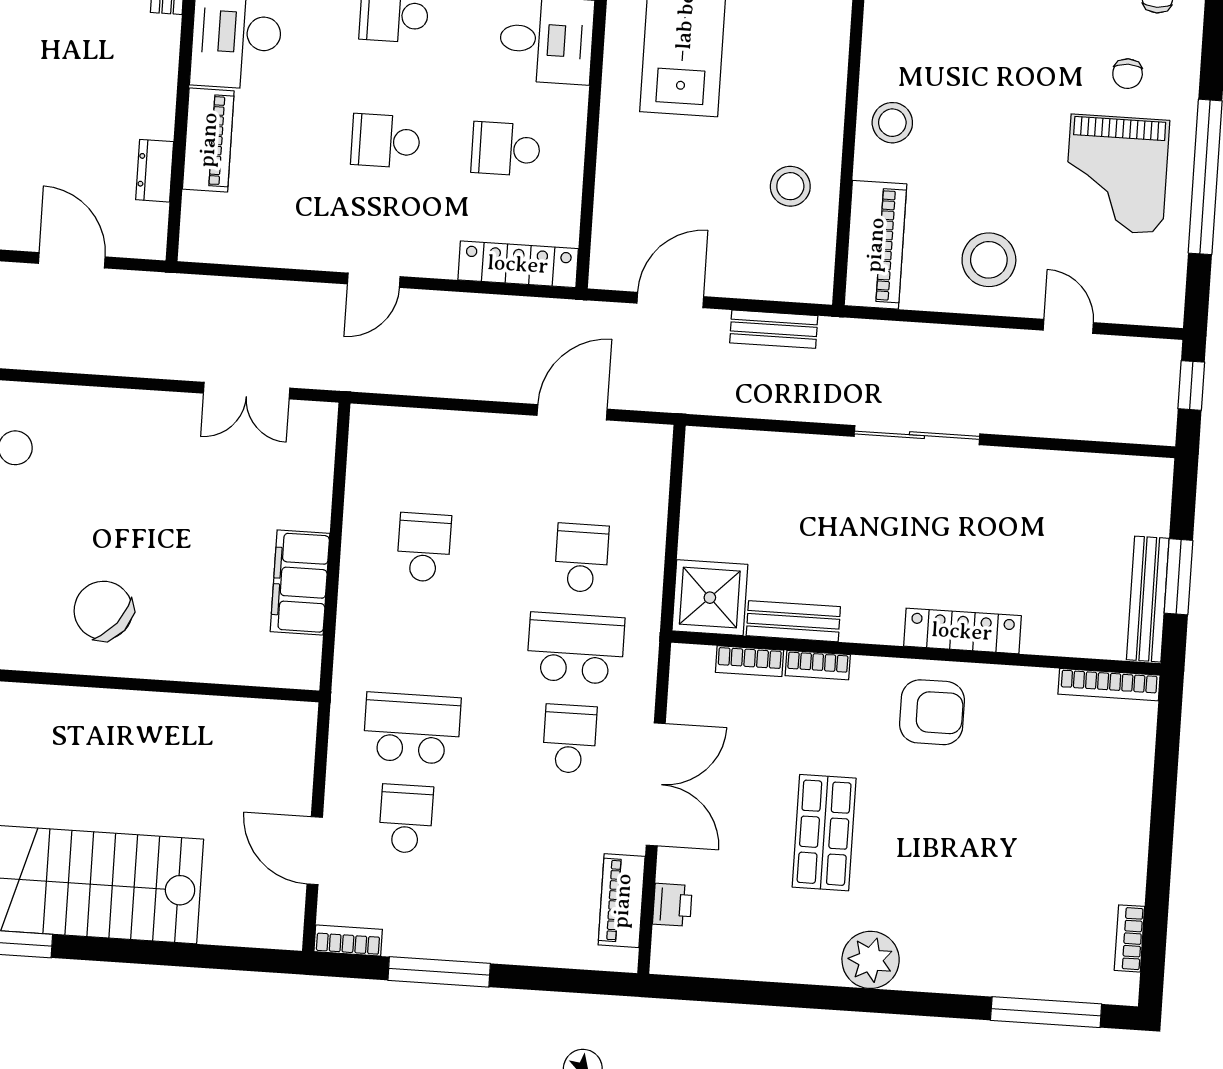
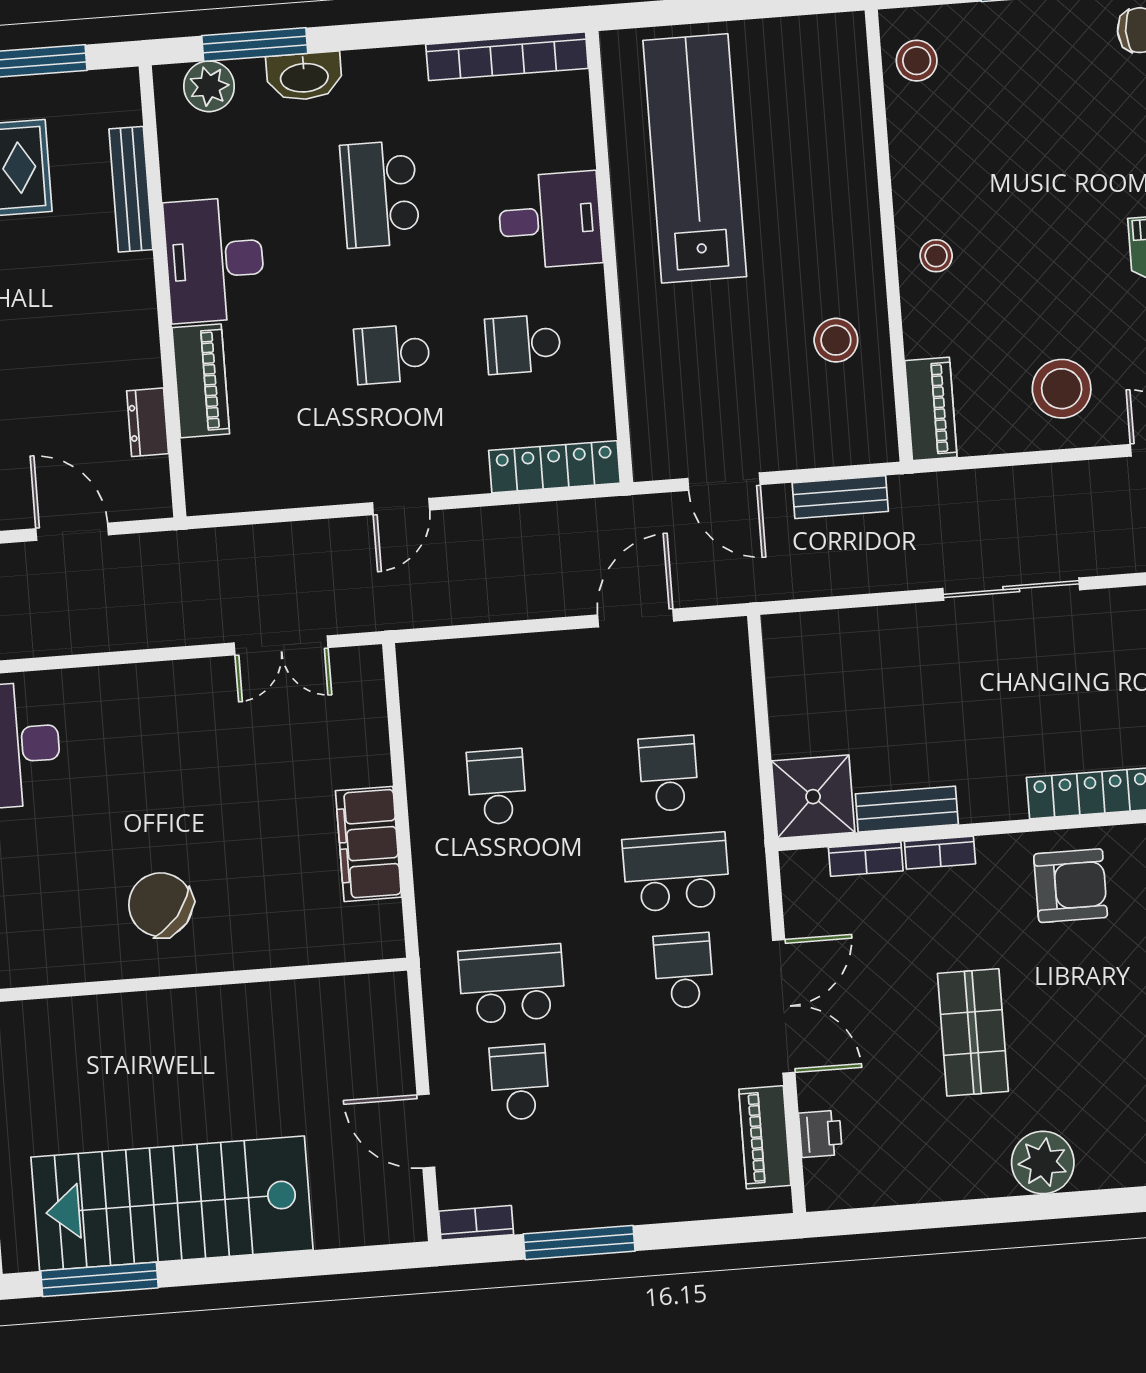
stool: (892, 123) -> (936, 256), width x0.73, depth x0.73
piano: (875, 245) -> (931, 409), width x0.73, depth x0.75
door: (670, 300) -> (724, 482), swing flipped

